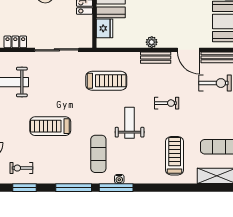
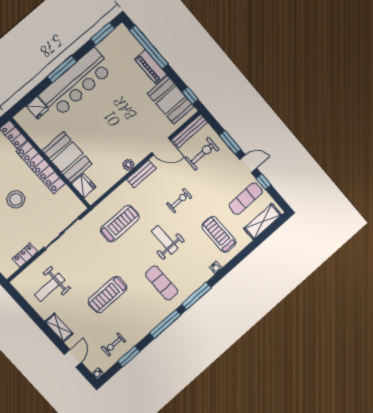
water cooler: (119, 179) -> (216, 268), moved

